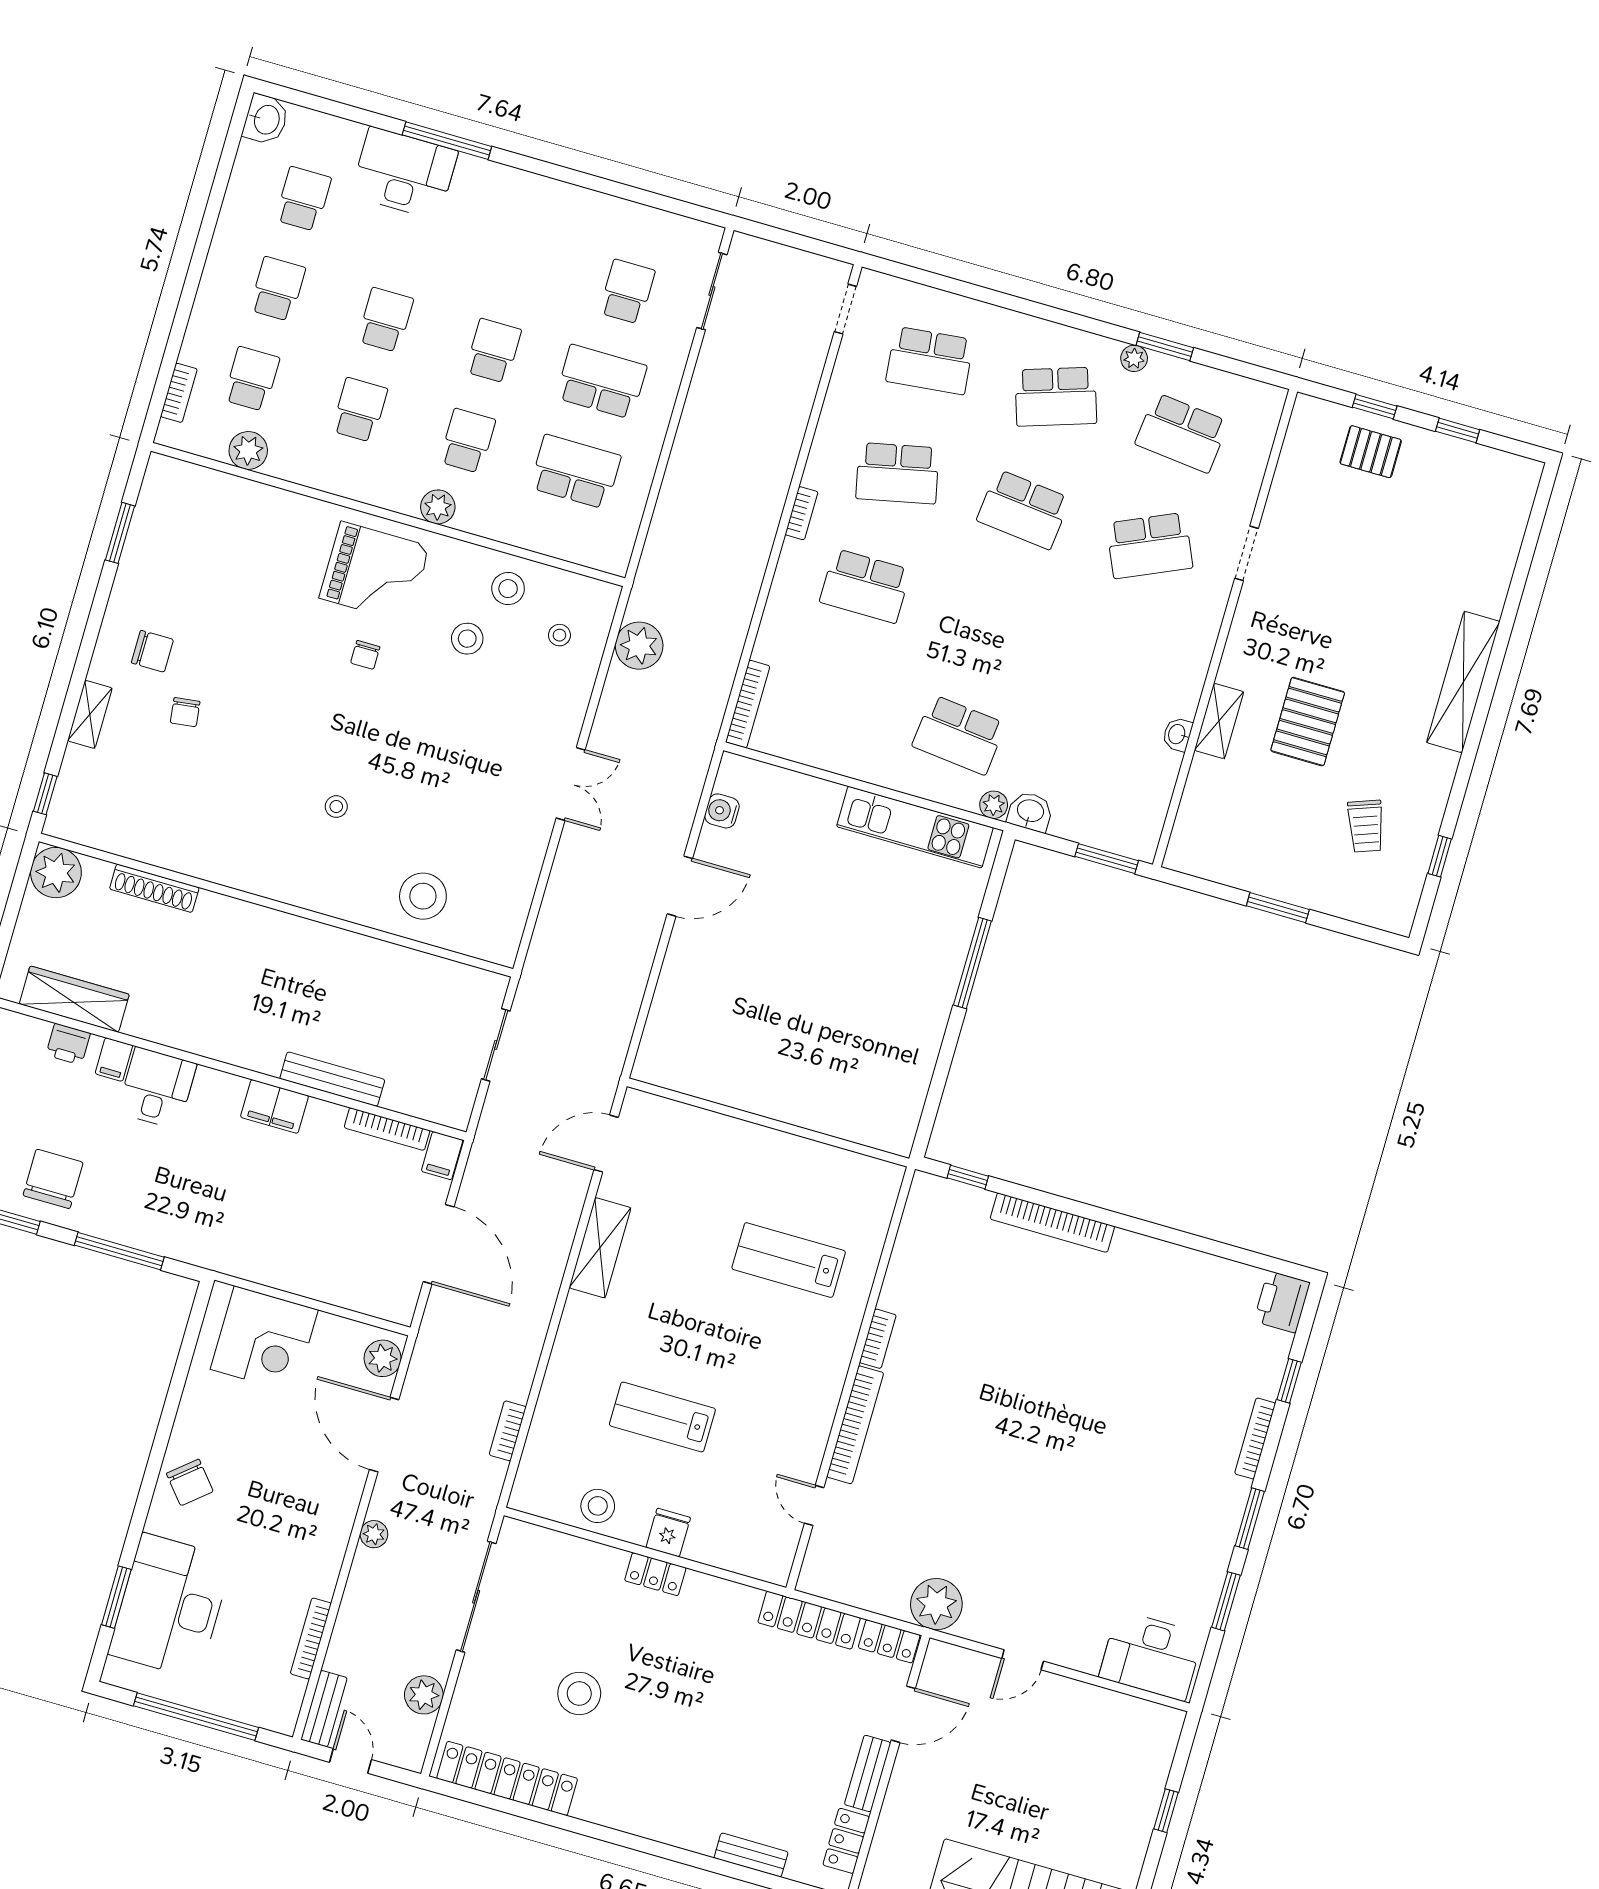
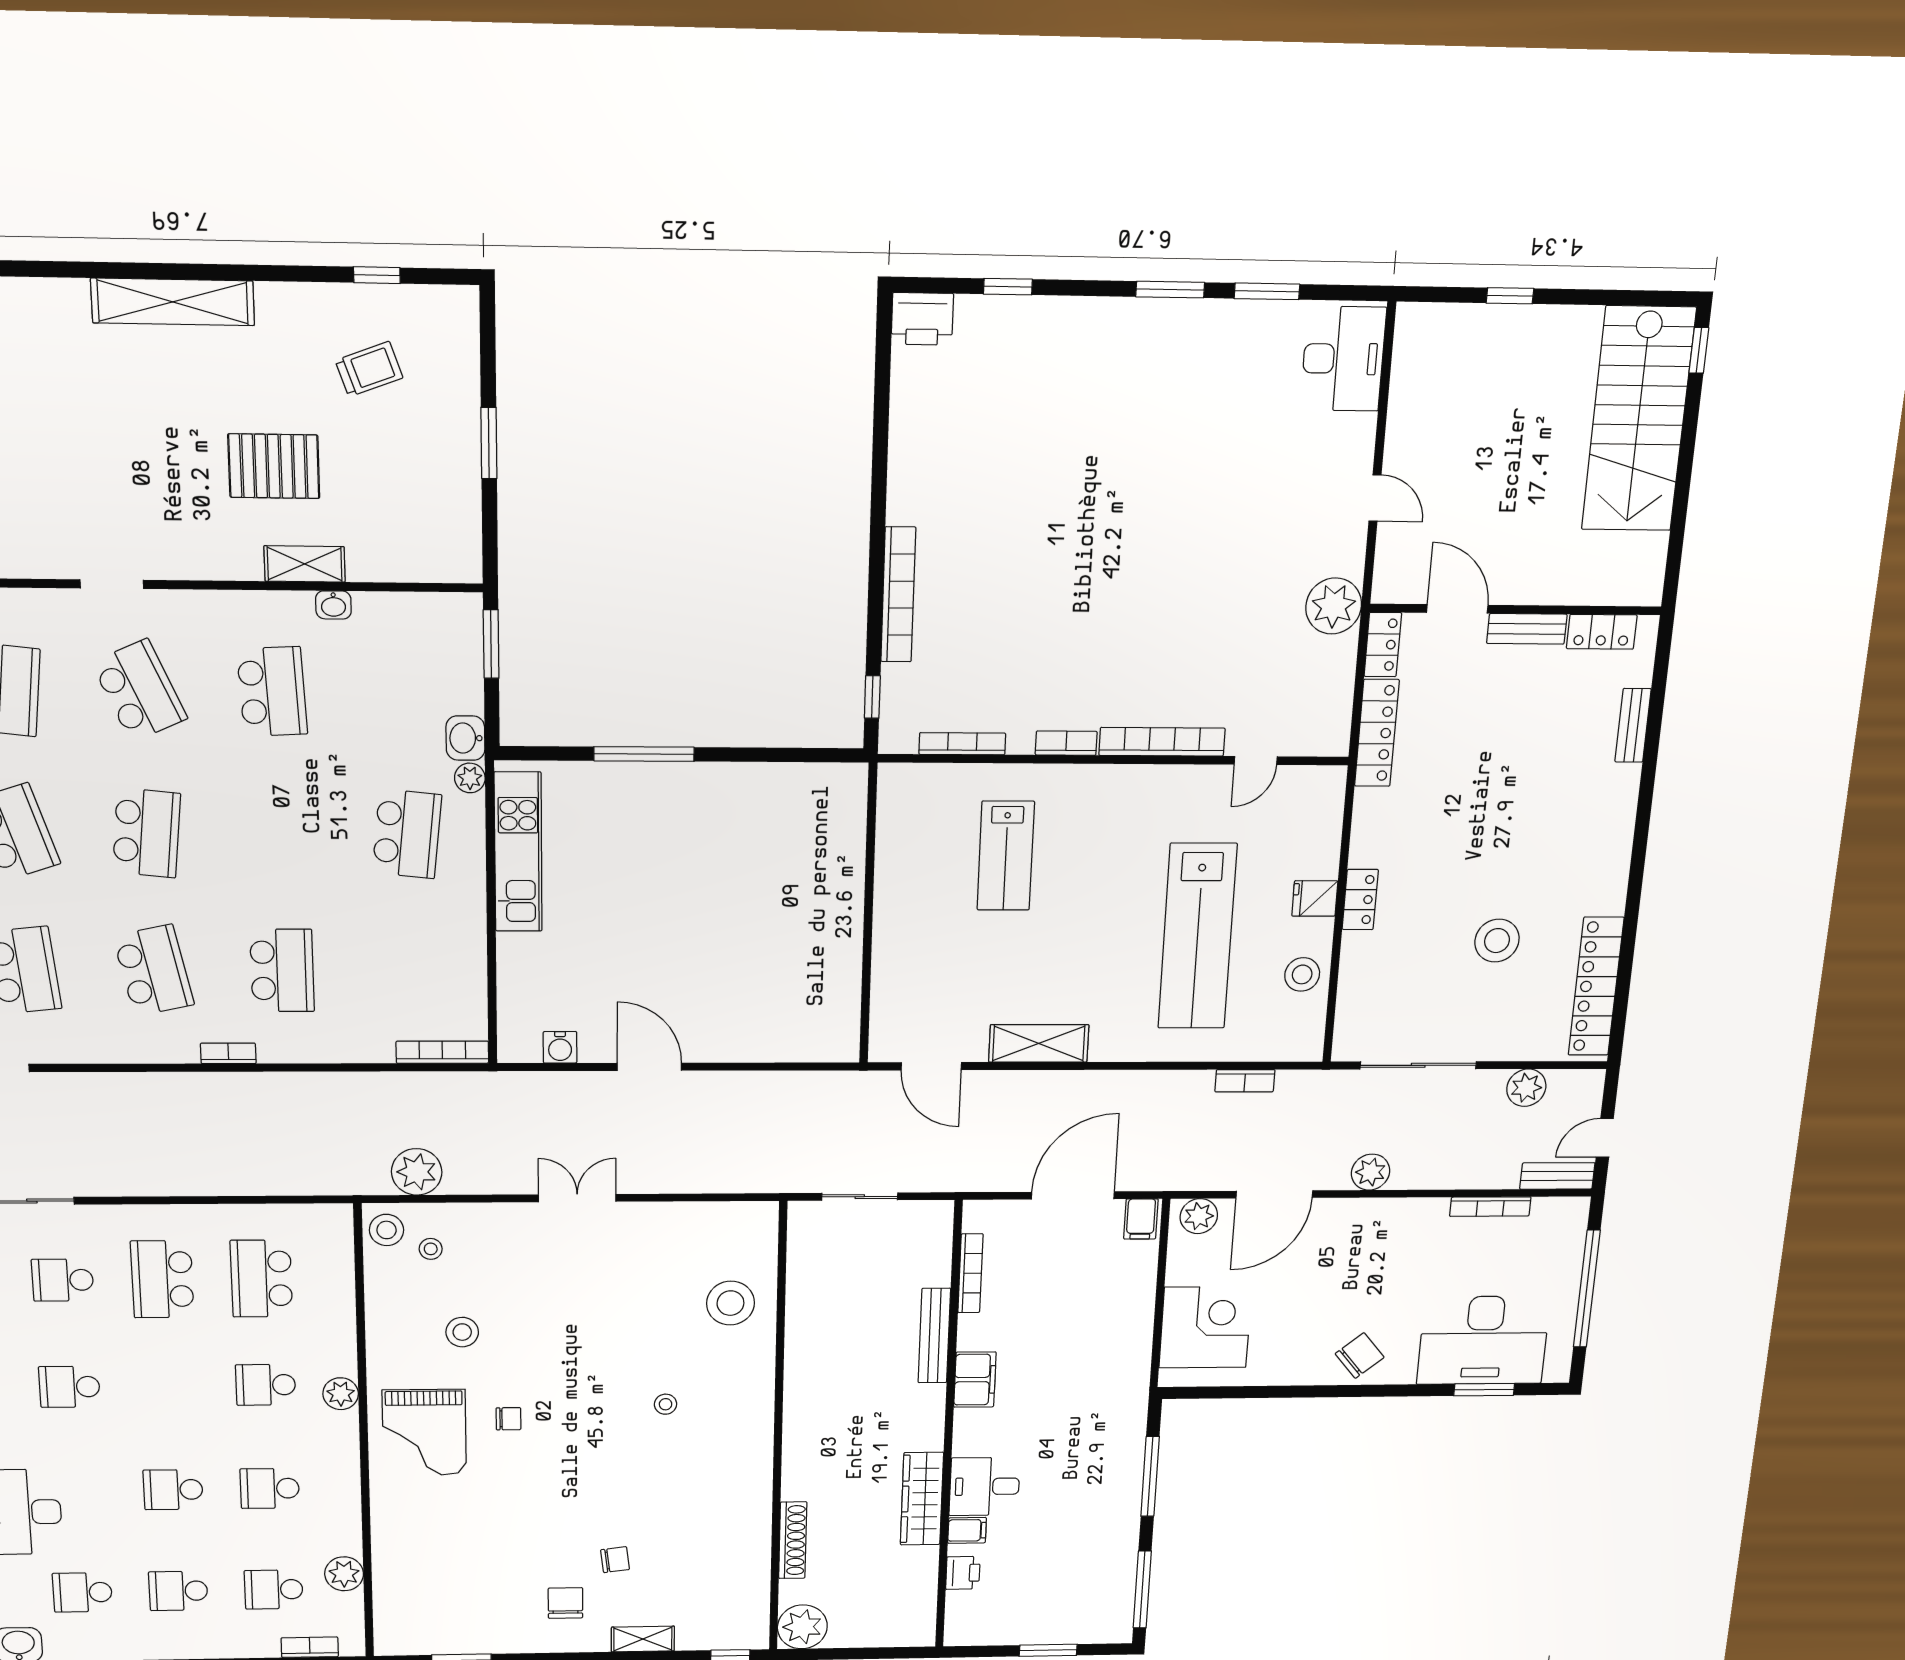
school desk: (493, 351) -> (69, 1387), moved
grand piano: (374, 572) -> (424, 1433), turned 180
stool: (508, 589) -> (387, 1230), moved
school desk: (1117, 658) -> (272, 692), added
wardrobe: (74, 999) -> (922, 1499), moved
filing cabinet: (442, 1156) -> (1141, 1219), moved, turned 90
chair: (53, 1179) -> (1095, 1551), removed
lab bench: (662, 1417) -> (1197, 936), width x1.86, depth x1.39
bookcase: (1255, 1438) -> (962, 744), moved, turned 180
plant: (374, 1534) -> (1370, 1172), width x1.38, depth x1.38

